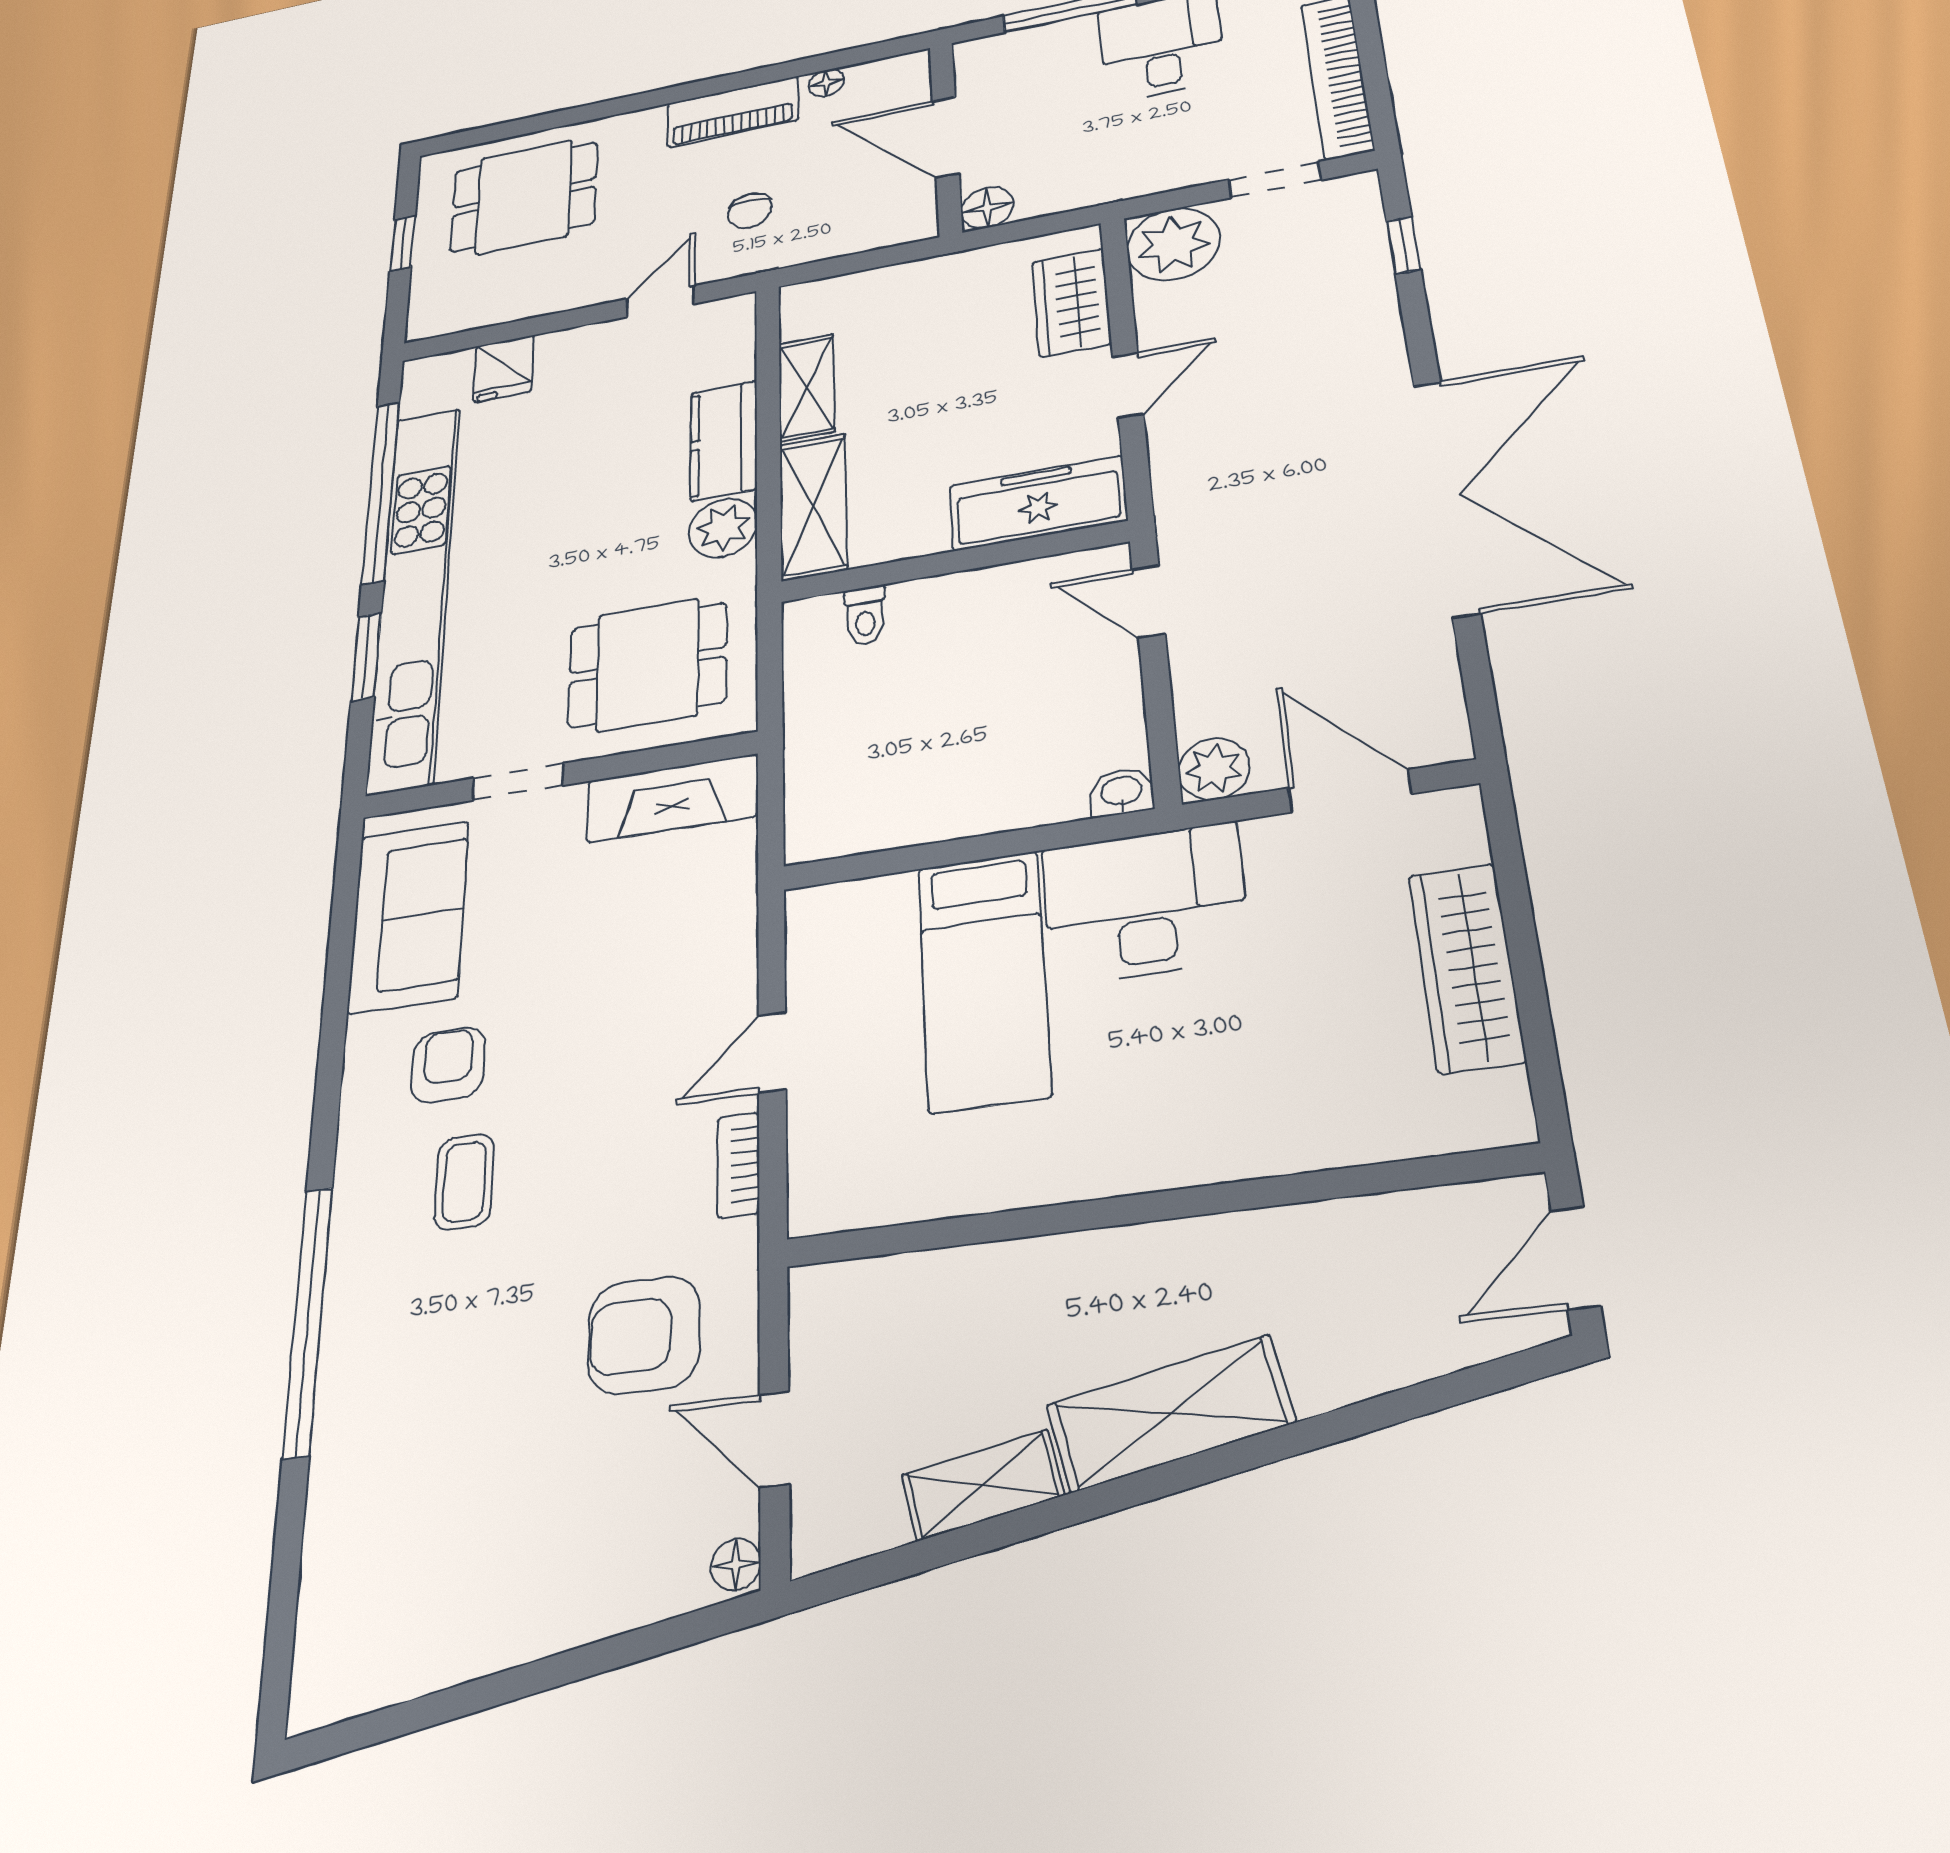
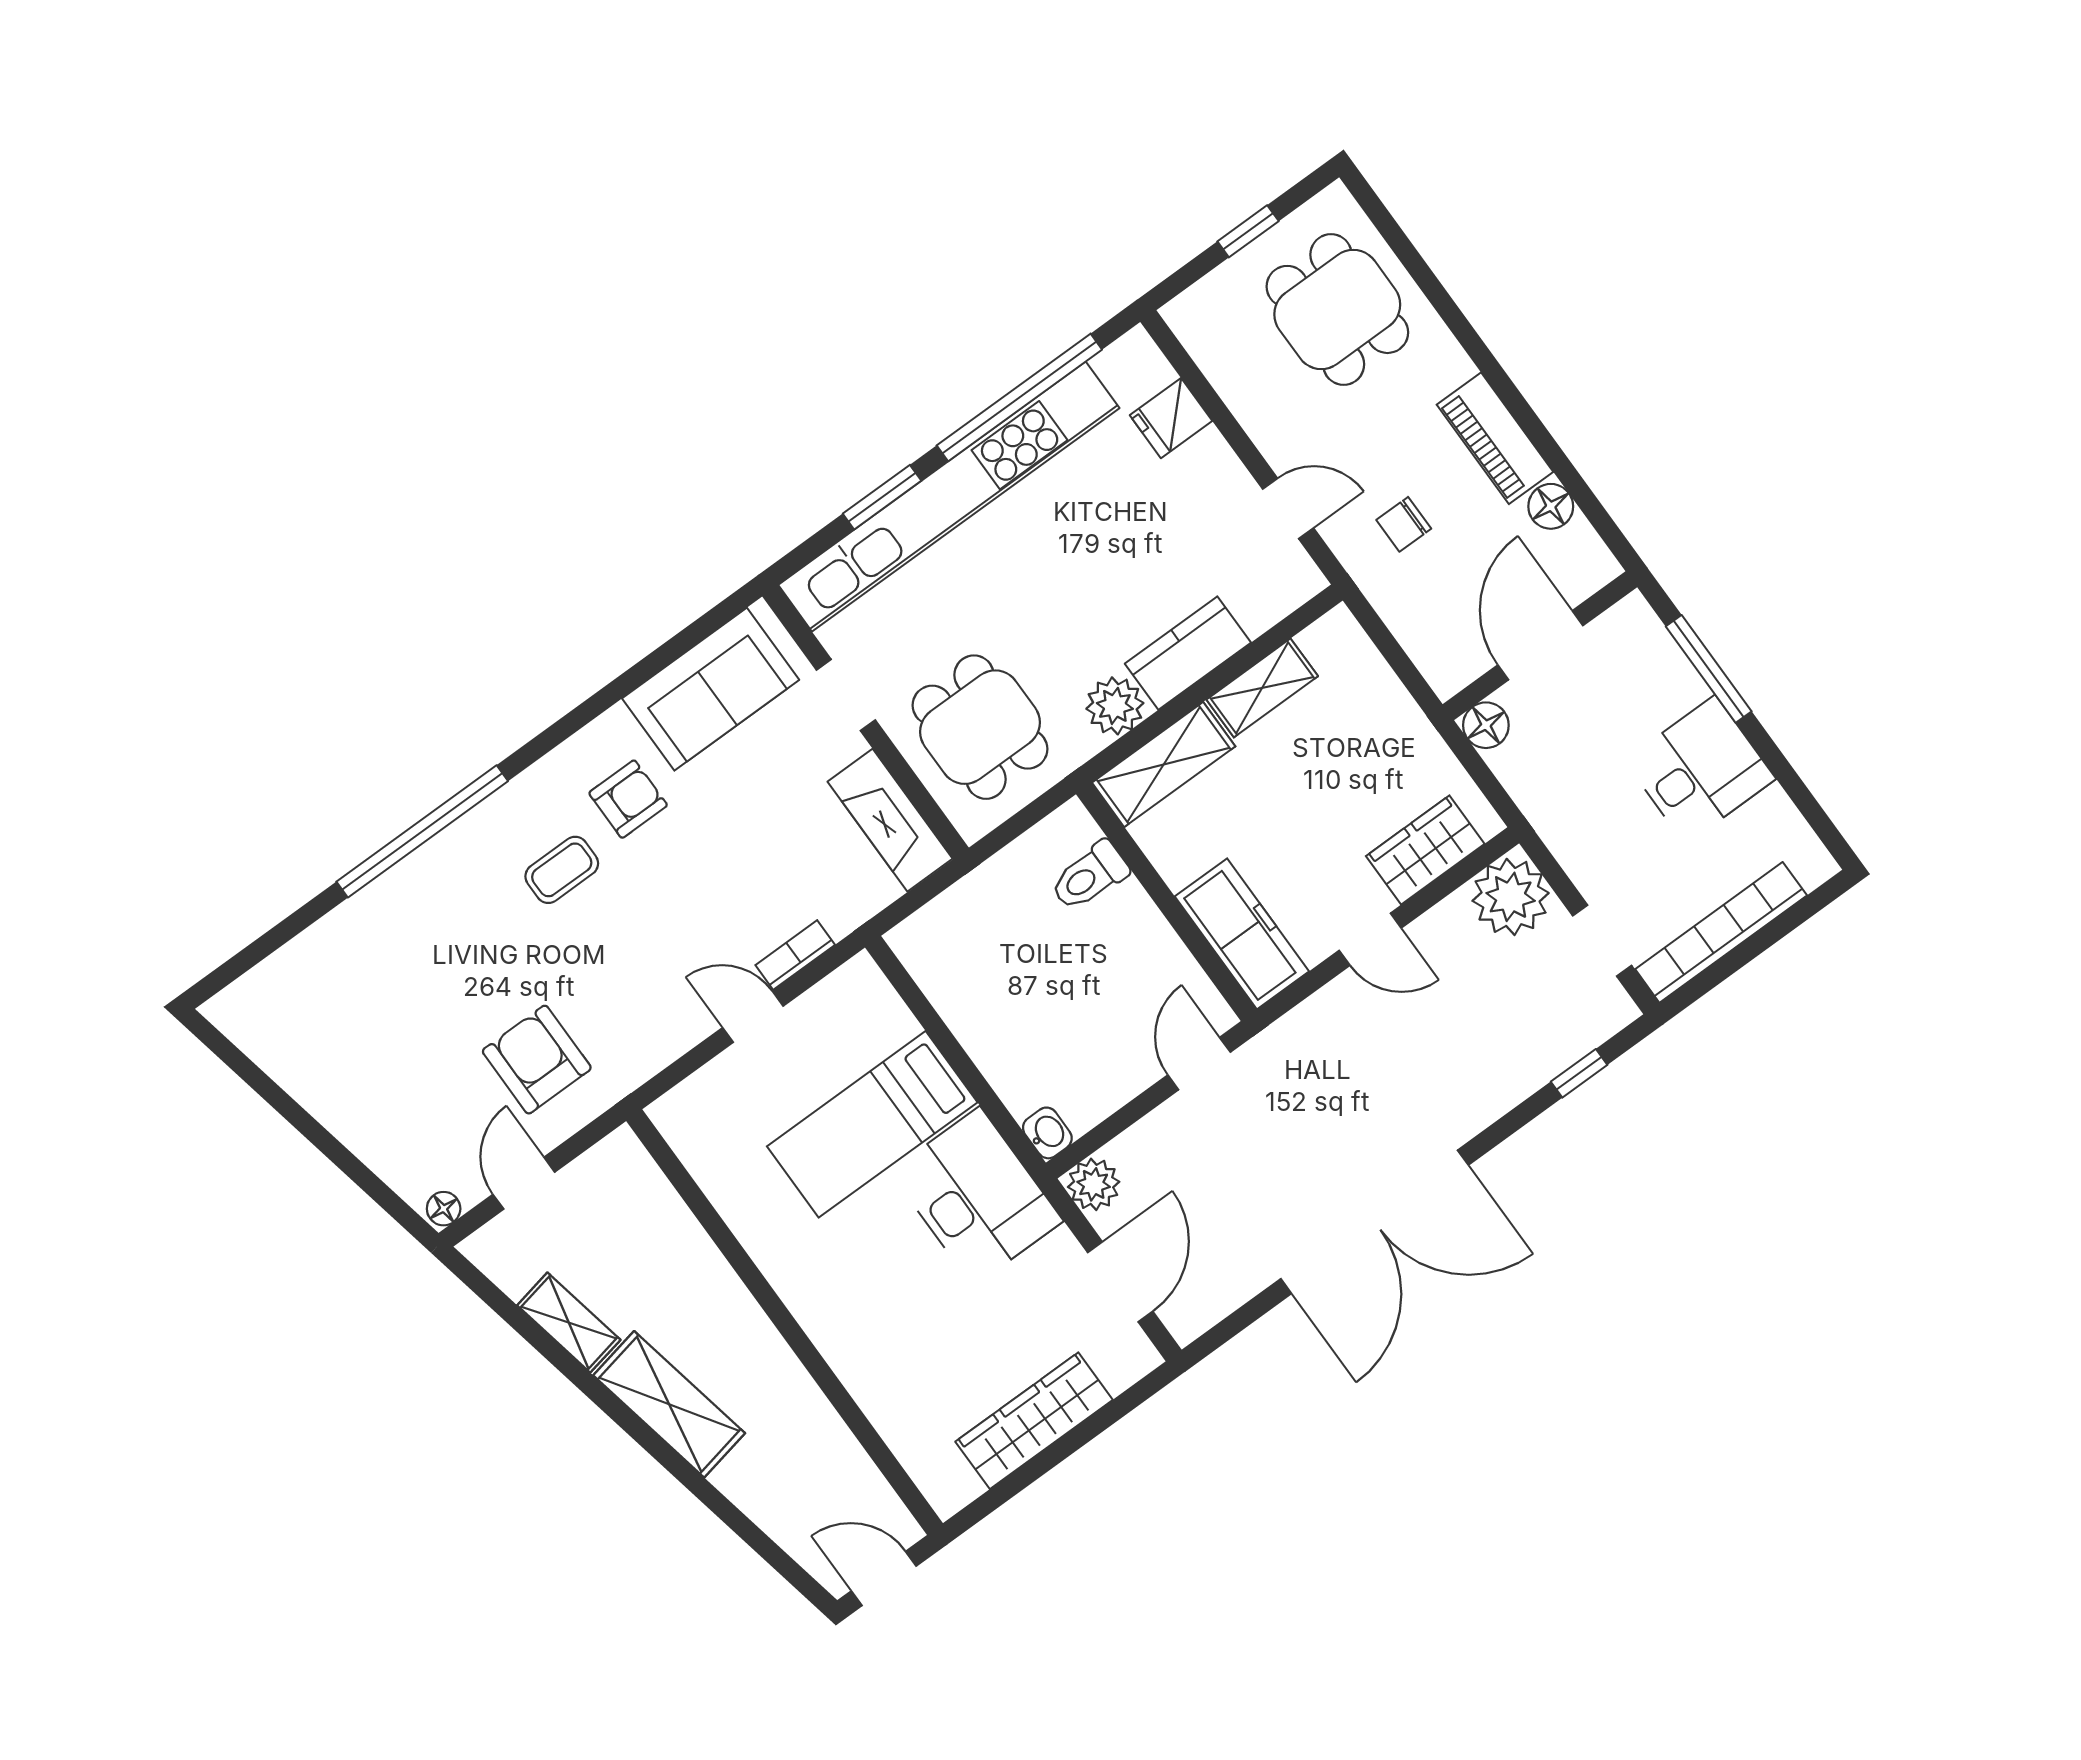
floor lamp: (826, 83) -> (1551, 506), width x1.37, depth x1.37
toilet: (865, 616) -> (1089, 876), width x1.37, depth x1.39
bookcase: (738, 1165) -> (795, 955), moved

